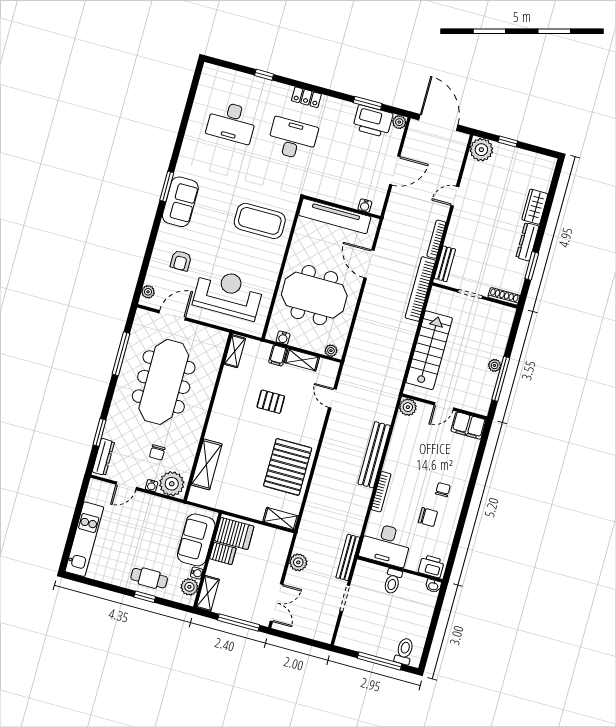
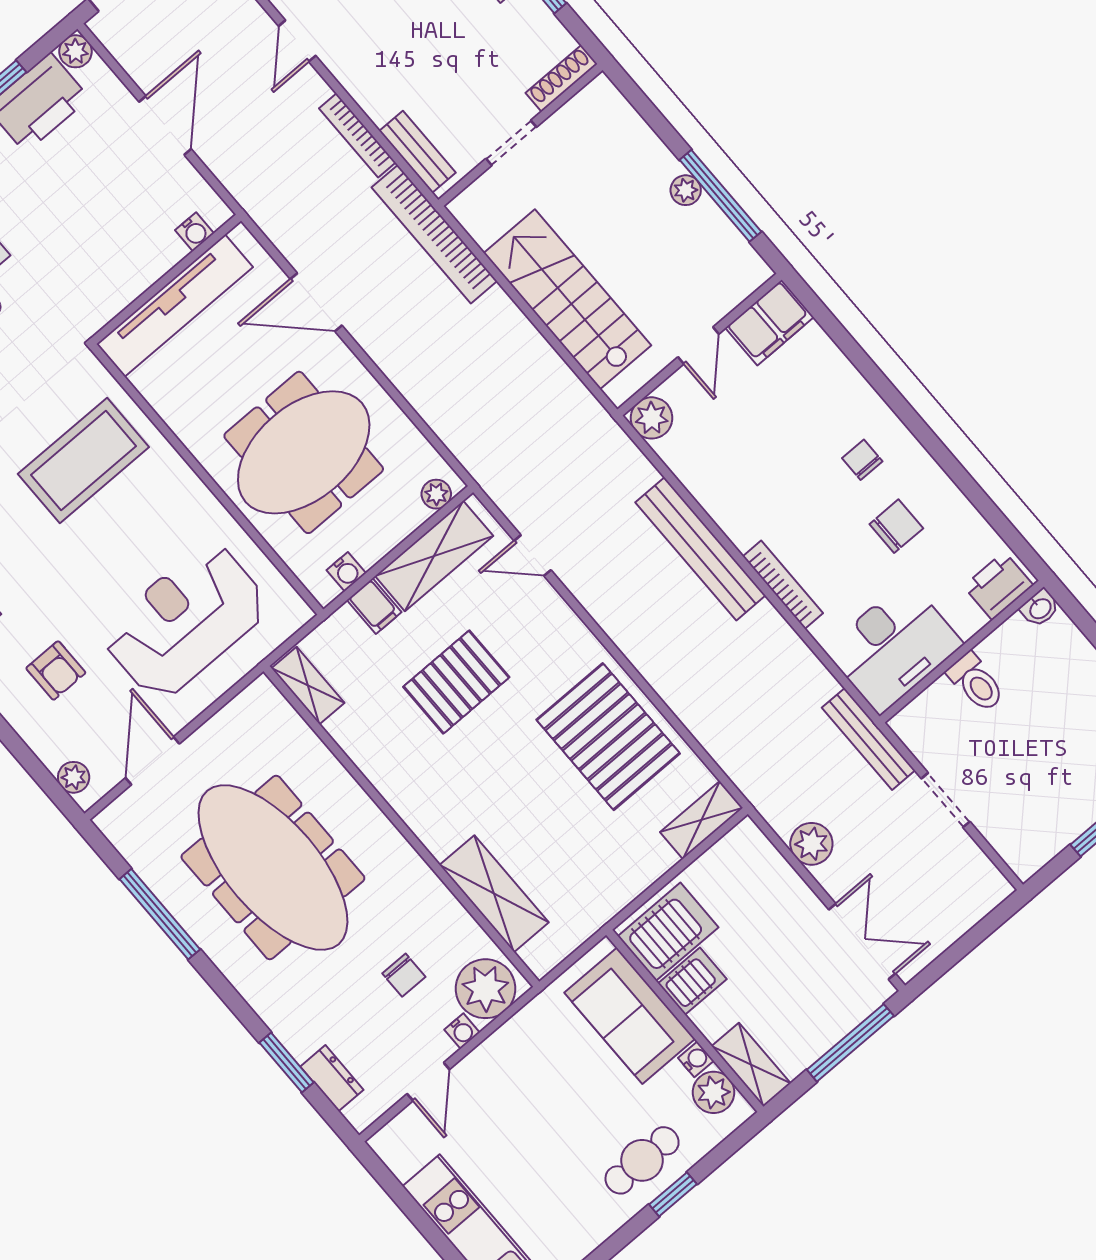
shelving: (302, 360) -> (434, 556), width x1.50, depth x1.33
pallet: (271, 402) -> (456, 682), width x1.50, depth x1.42
dresser: (103, 457) -> (332, 1078), width x0.70

